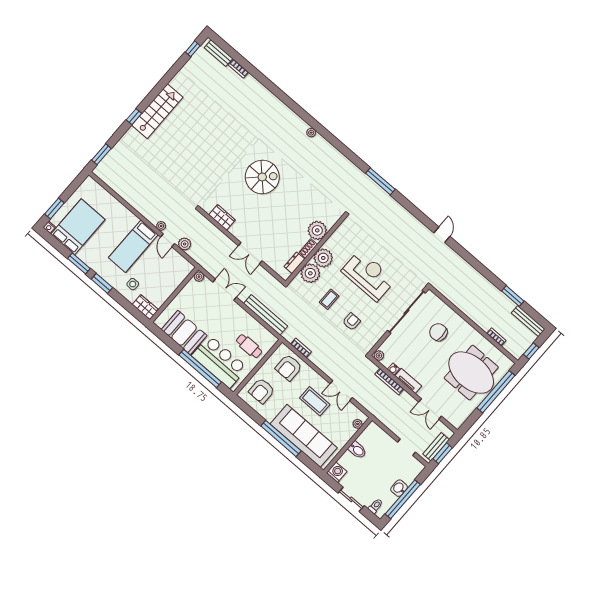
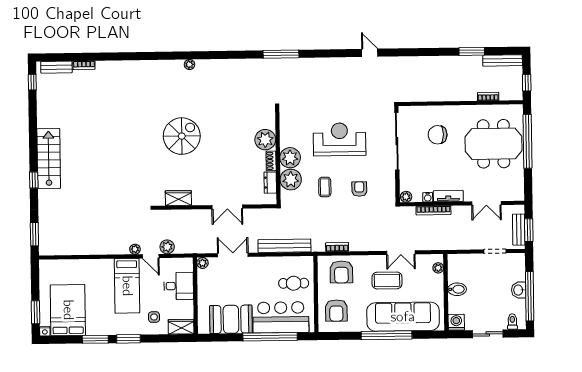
desk: (169, 278) -> (179, 286), added

